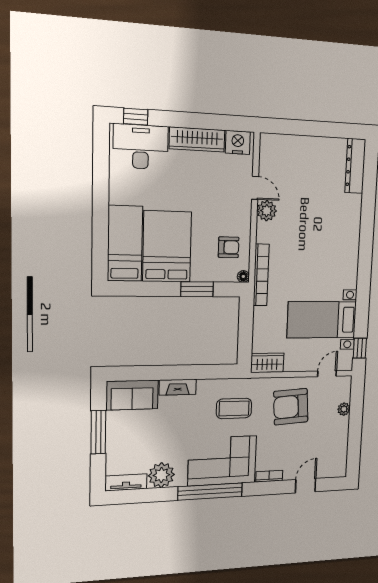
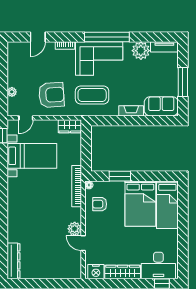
coffee table: (234, 408) -> (92, 95), width x1.36, depth x1.32

